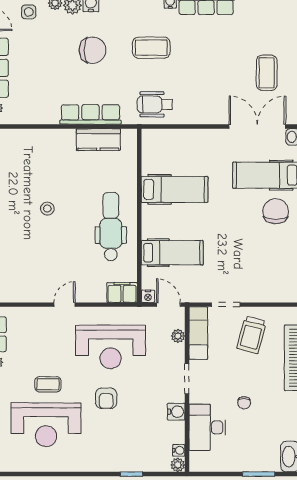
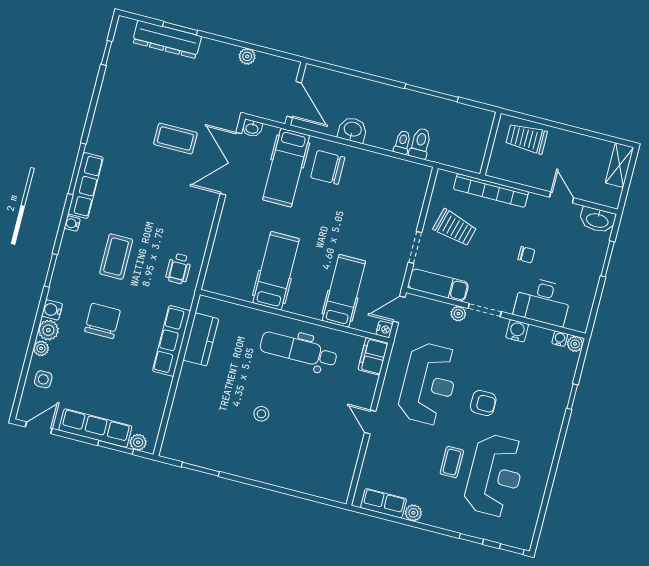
wheelchair: (155, 104) -> (178, 269), width x0.73, depth x0.73
plant: (178, 336) -> (458, 314), moved

